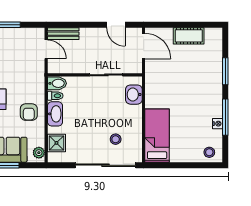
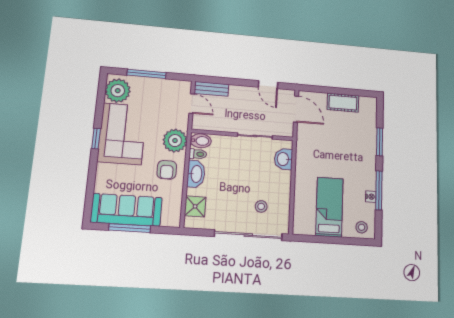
bed: (157, 136) -> (329, 207), moved
plant: (39, 153) -> (175, 141), moved, width x1.88, depth x1.88

